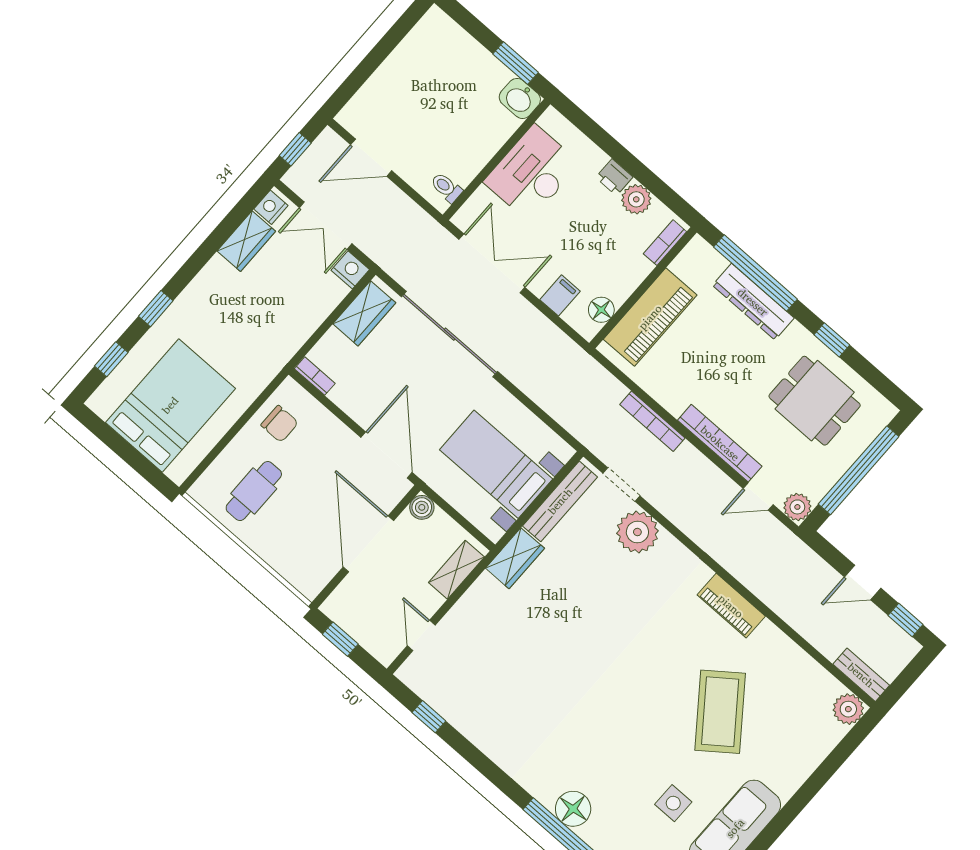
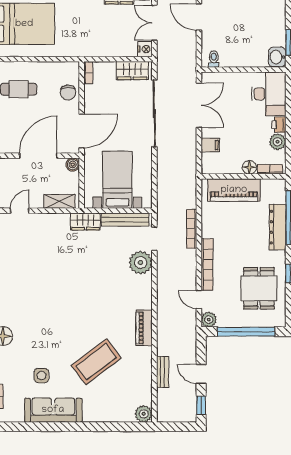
desk: (532, 173) -> (269, 94), moved, turned 90
floor lamp: (601, 310) -> (249, 167), moved
chair: (280, 424) -> (68, 92), moved
bench: (861, 675) -> (163, 372), moved

